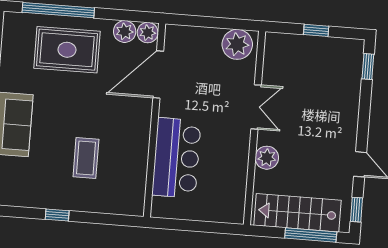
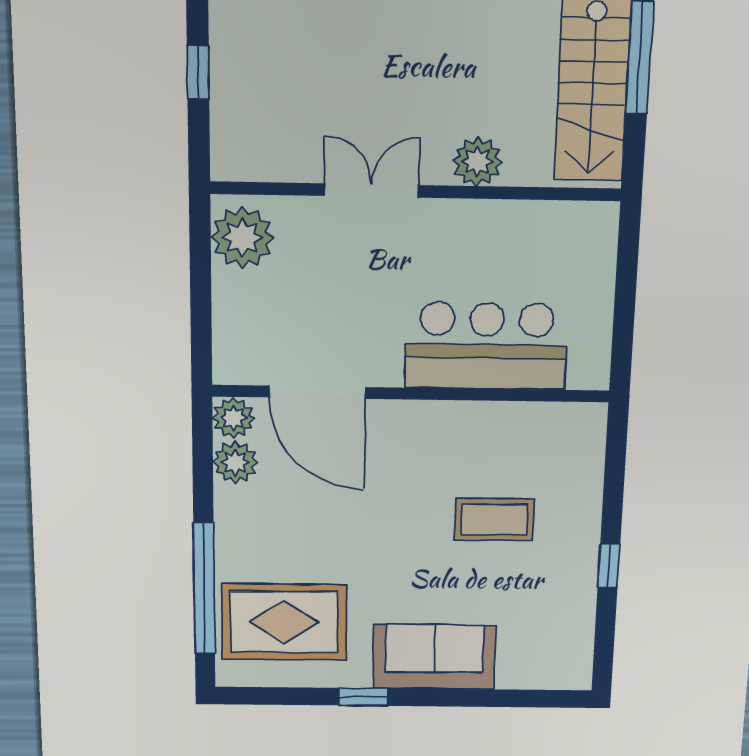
rug: (67, 50) -> (284, 622), moved, turned 90

